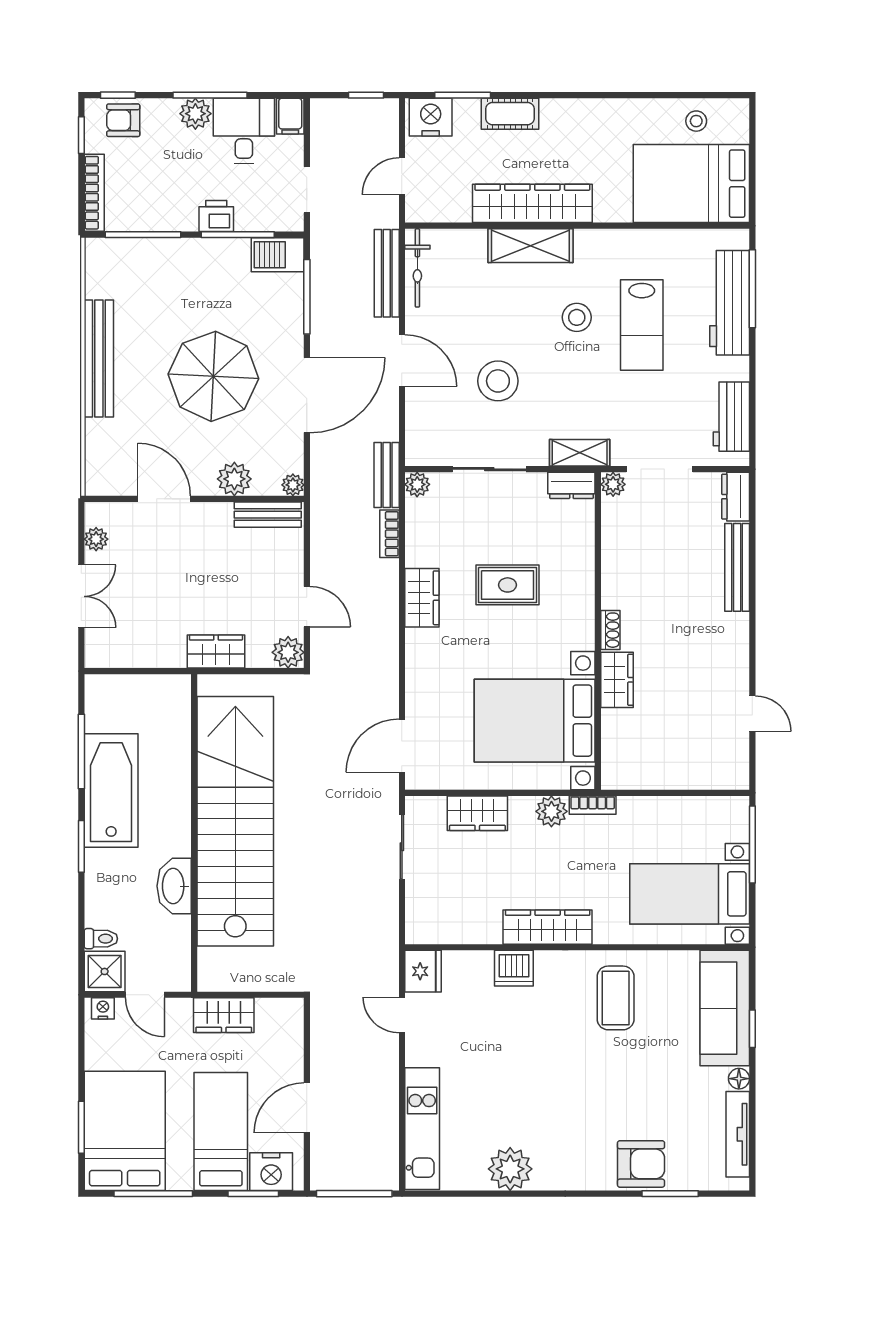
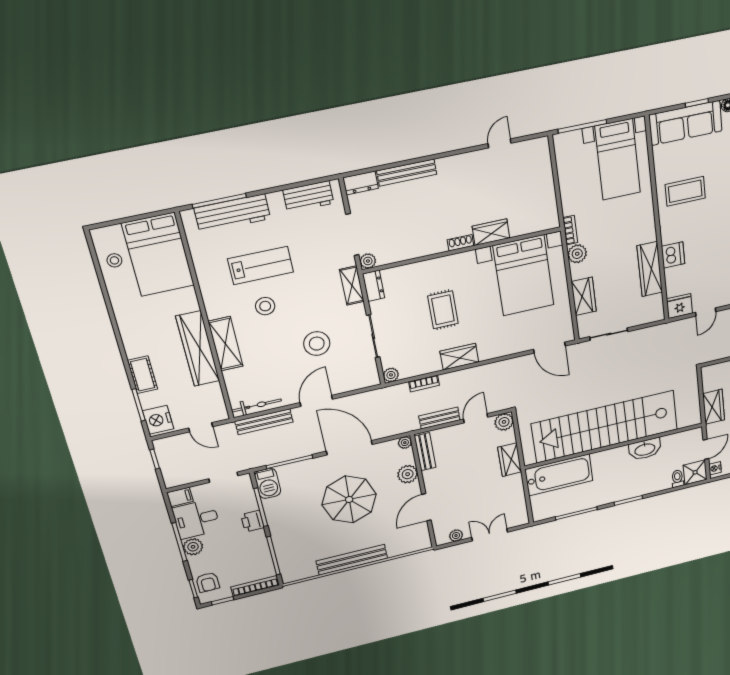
bench: (387, 475) -> (439, 418), moved
bathtub: (111, 790) -> (559, 475), moved, turned 180
wardrobe: (548, 927) -> (650, 269), moved

